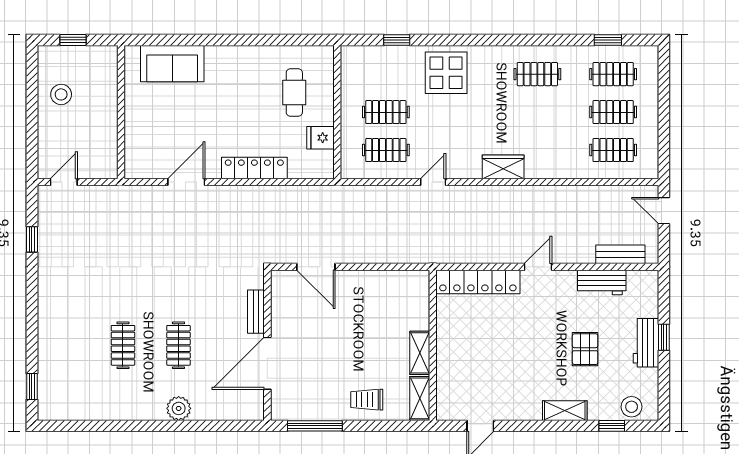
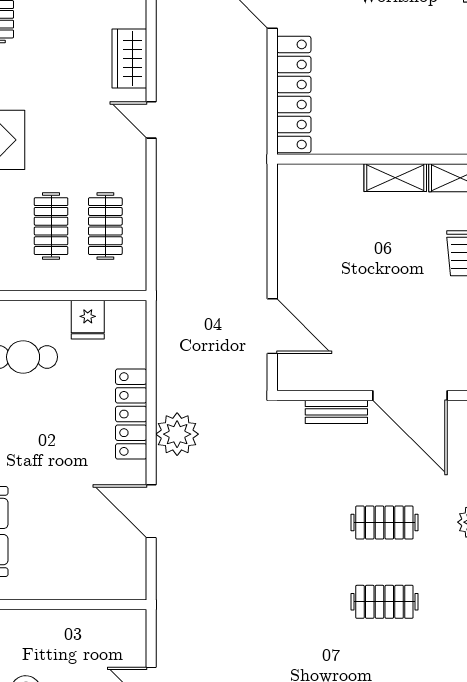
door: (433, 182) -> (151, 120), moved
plant: (240, 200) -> (177, 434), added
door: (316, 267) -> (272, 326), hinge flipped

